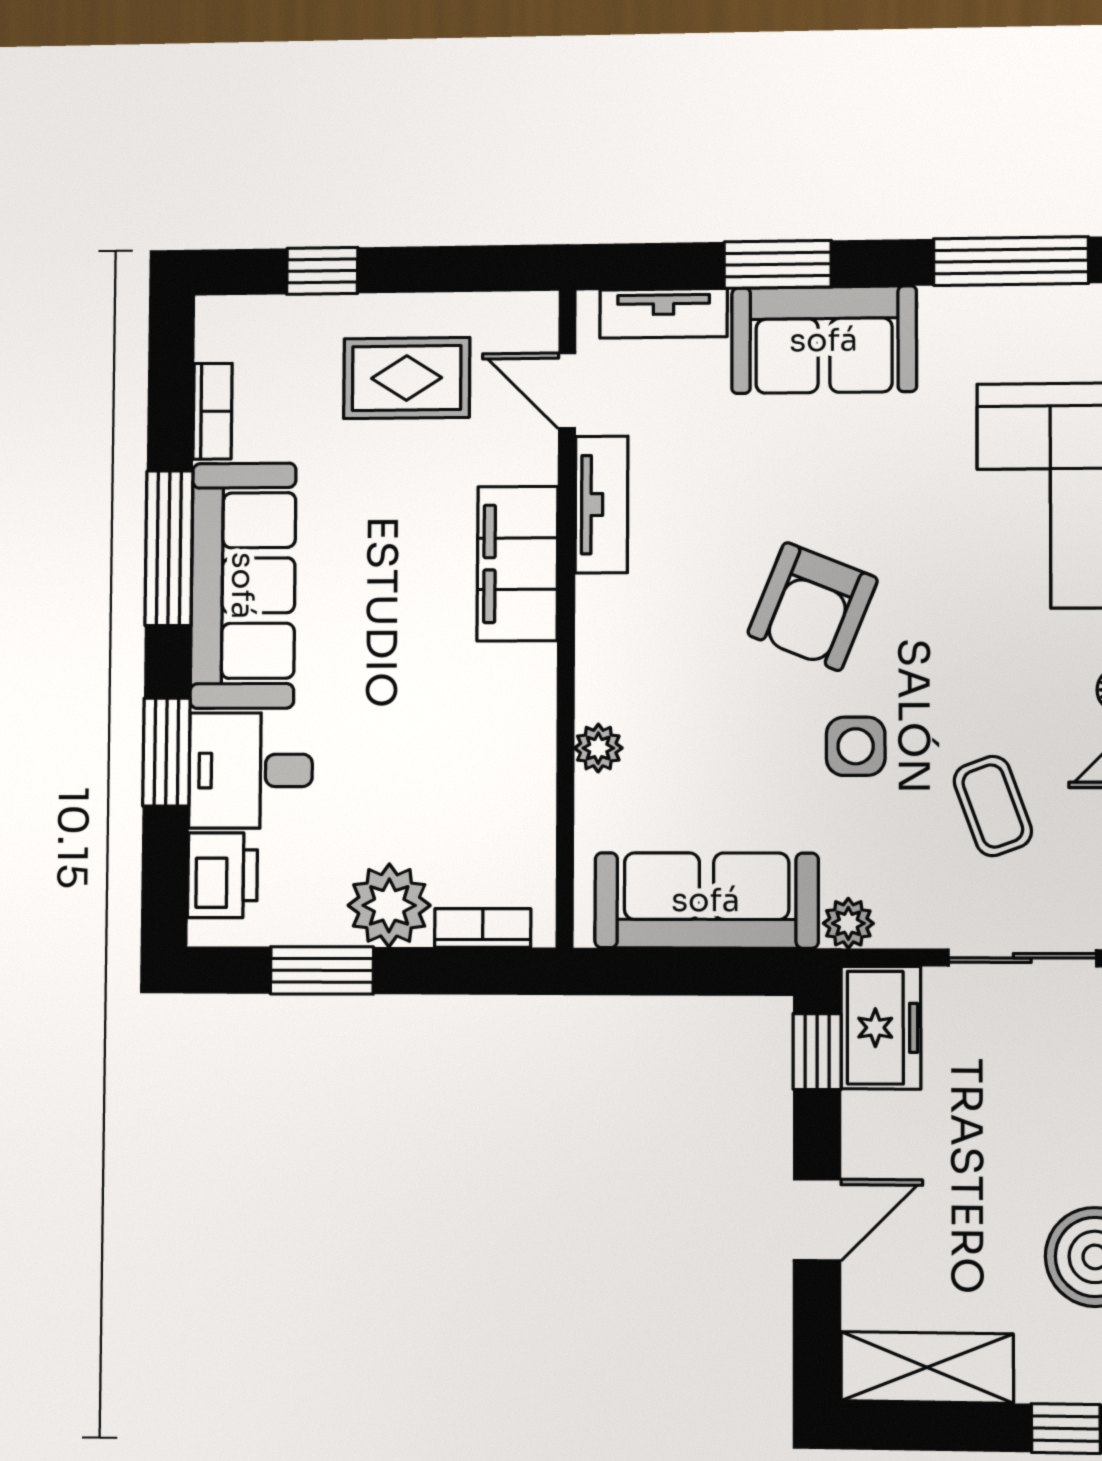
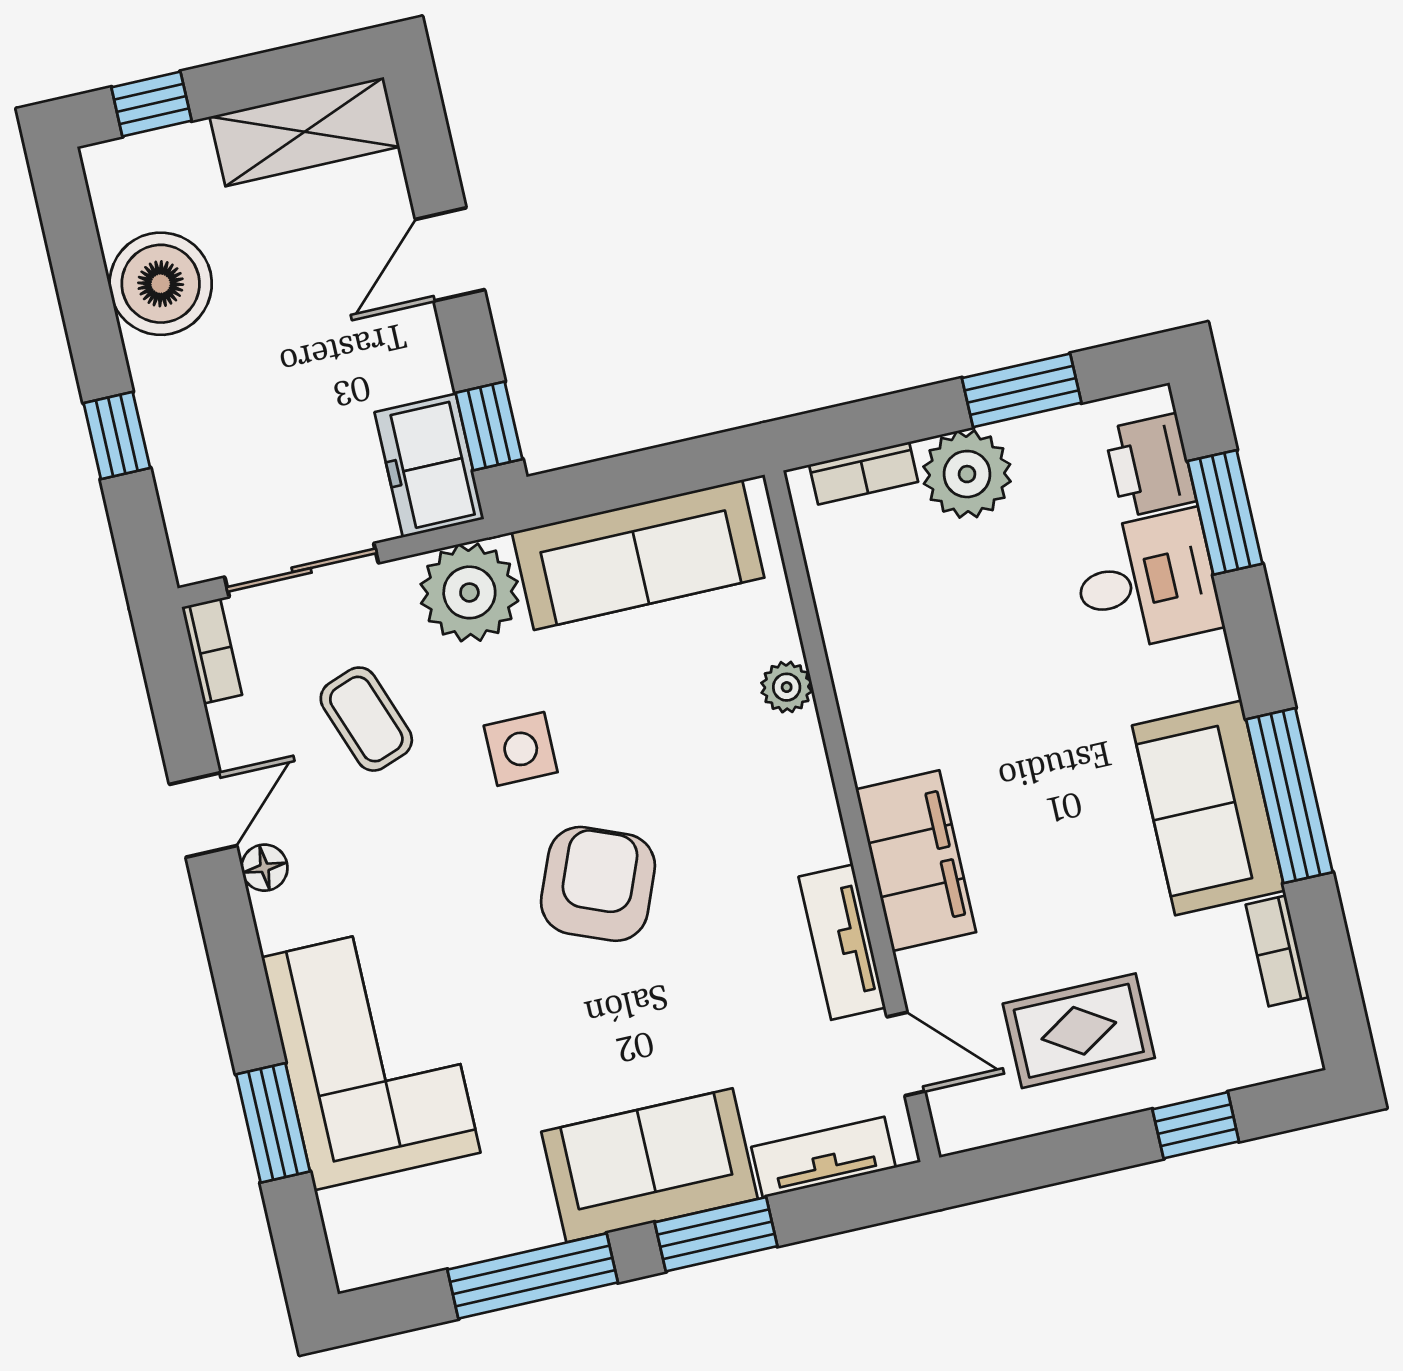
window: (1011, 261) -> (533, 1276), moved
sofa: (243, 586) -> (1209, 808), width x0.73
window: (166, 752) -> (1225, 512), moved
plant: (848, 923) -> (469, 592), width x1.87, depth x1.87

